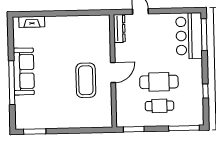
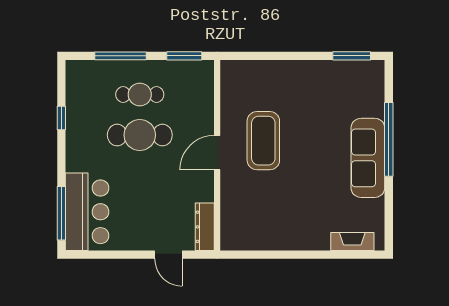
window: (184, 128) -> (121, 56), moved

